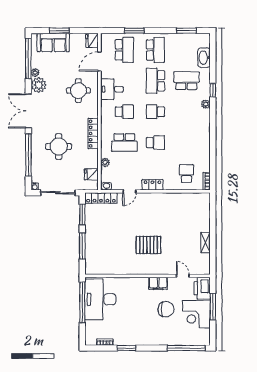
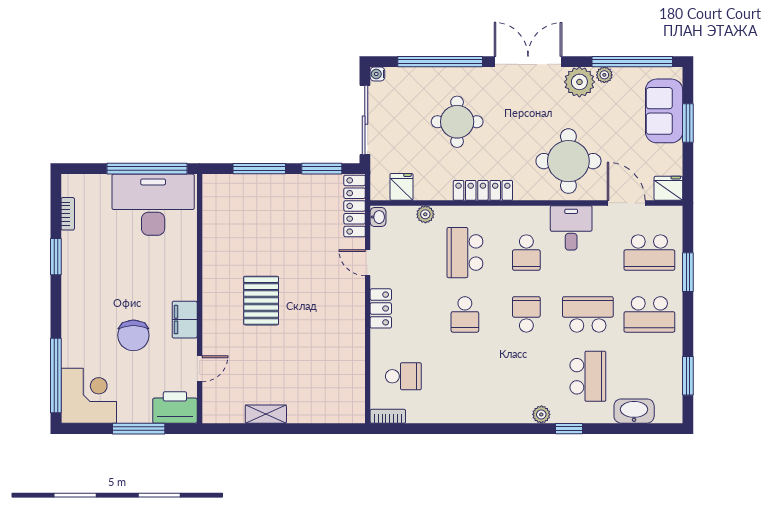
round table: (78, 91) -> (568, 161), width x1.36, depth x1.36
corner desk: (196, 314) -> (89, 396), moved, turned 90

